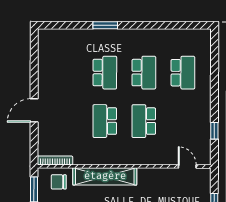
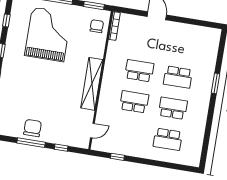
school desk: (144, 73) -> (173, 108), turned 180
shelving: (105, 176) -> (92, 84), moved

